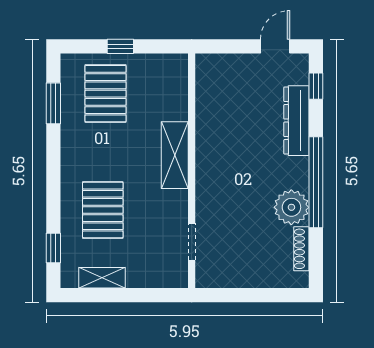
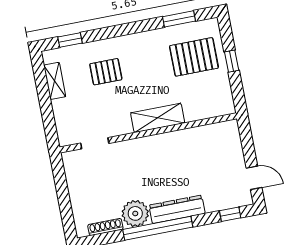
dresser: (296, 121) -> (177, 209), moved
pallet: (103, 210) -> (106, 72), width x0.67, depth x0.71

